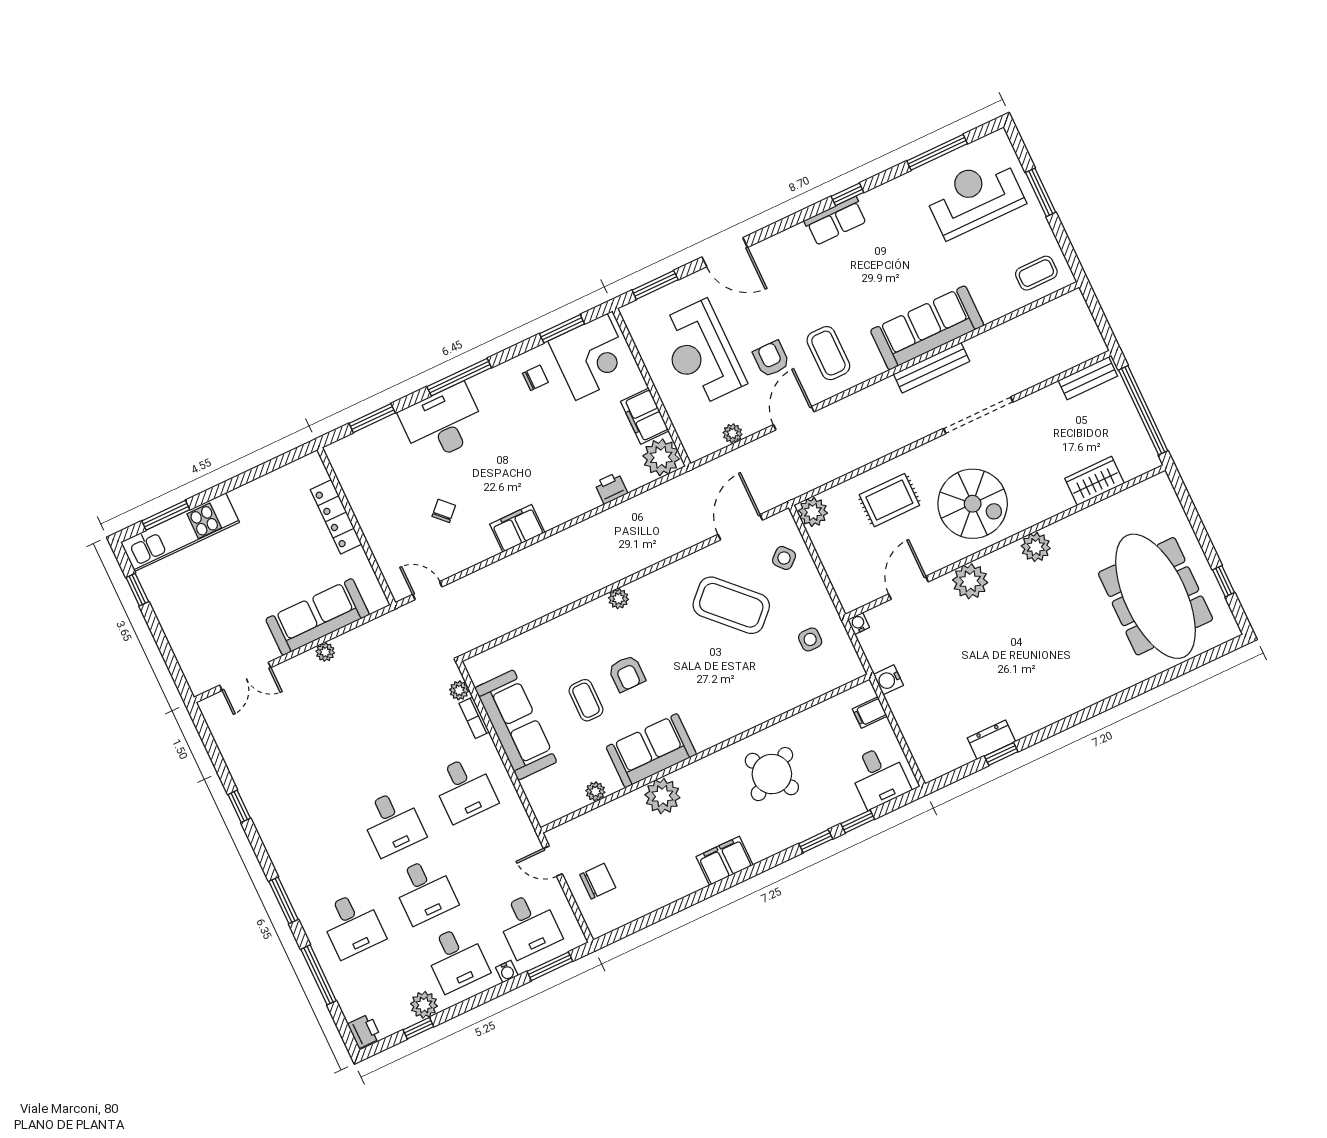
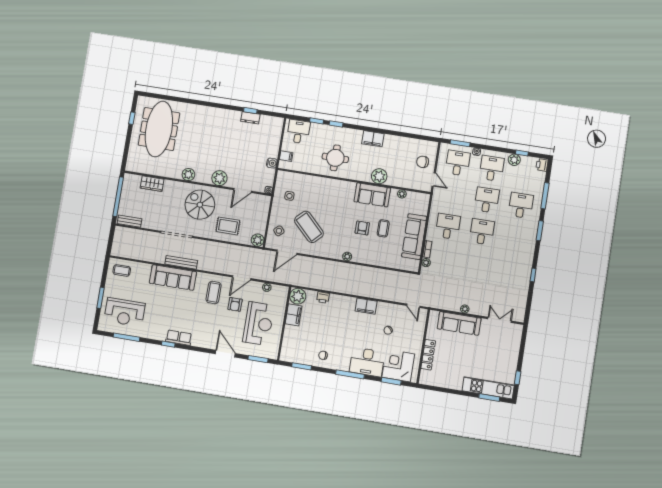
corner desk: (591, 357) -> (398, 366), moved
round table: (772, 774) -> (335, 158), turned 30

